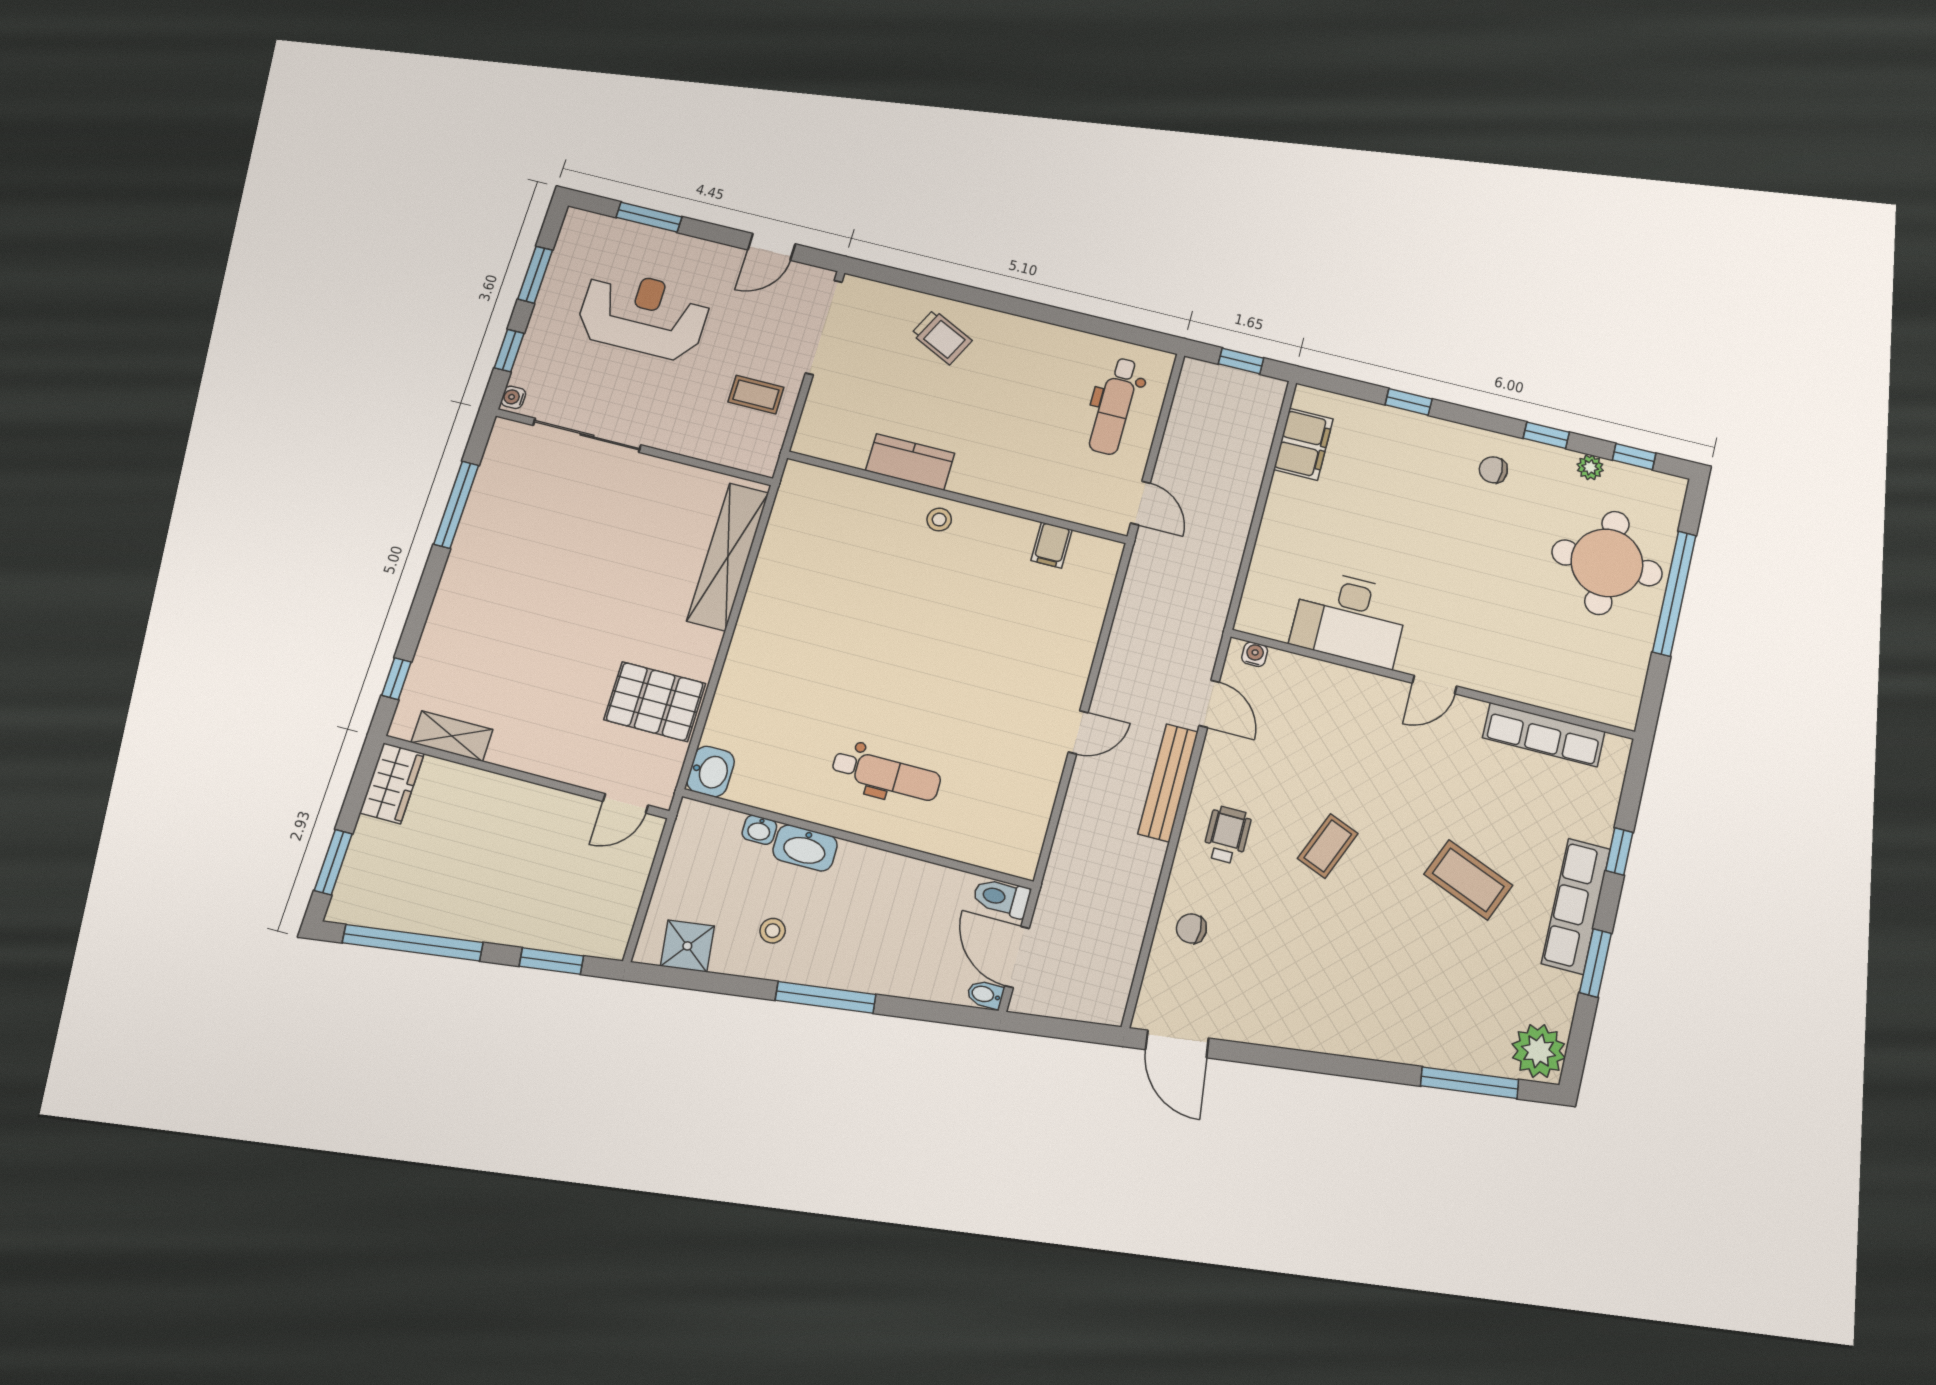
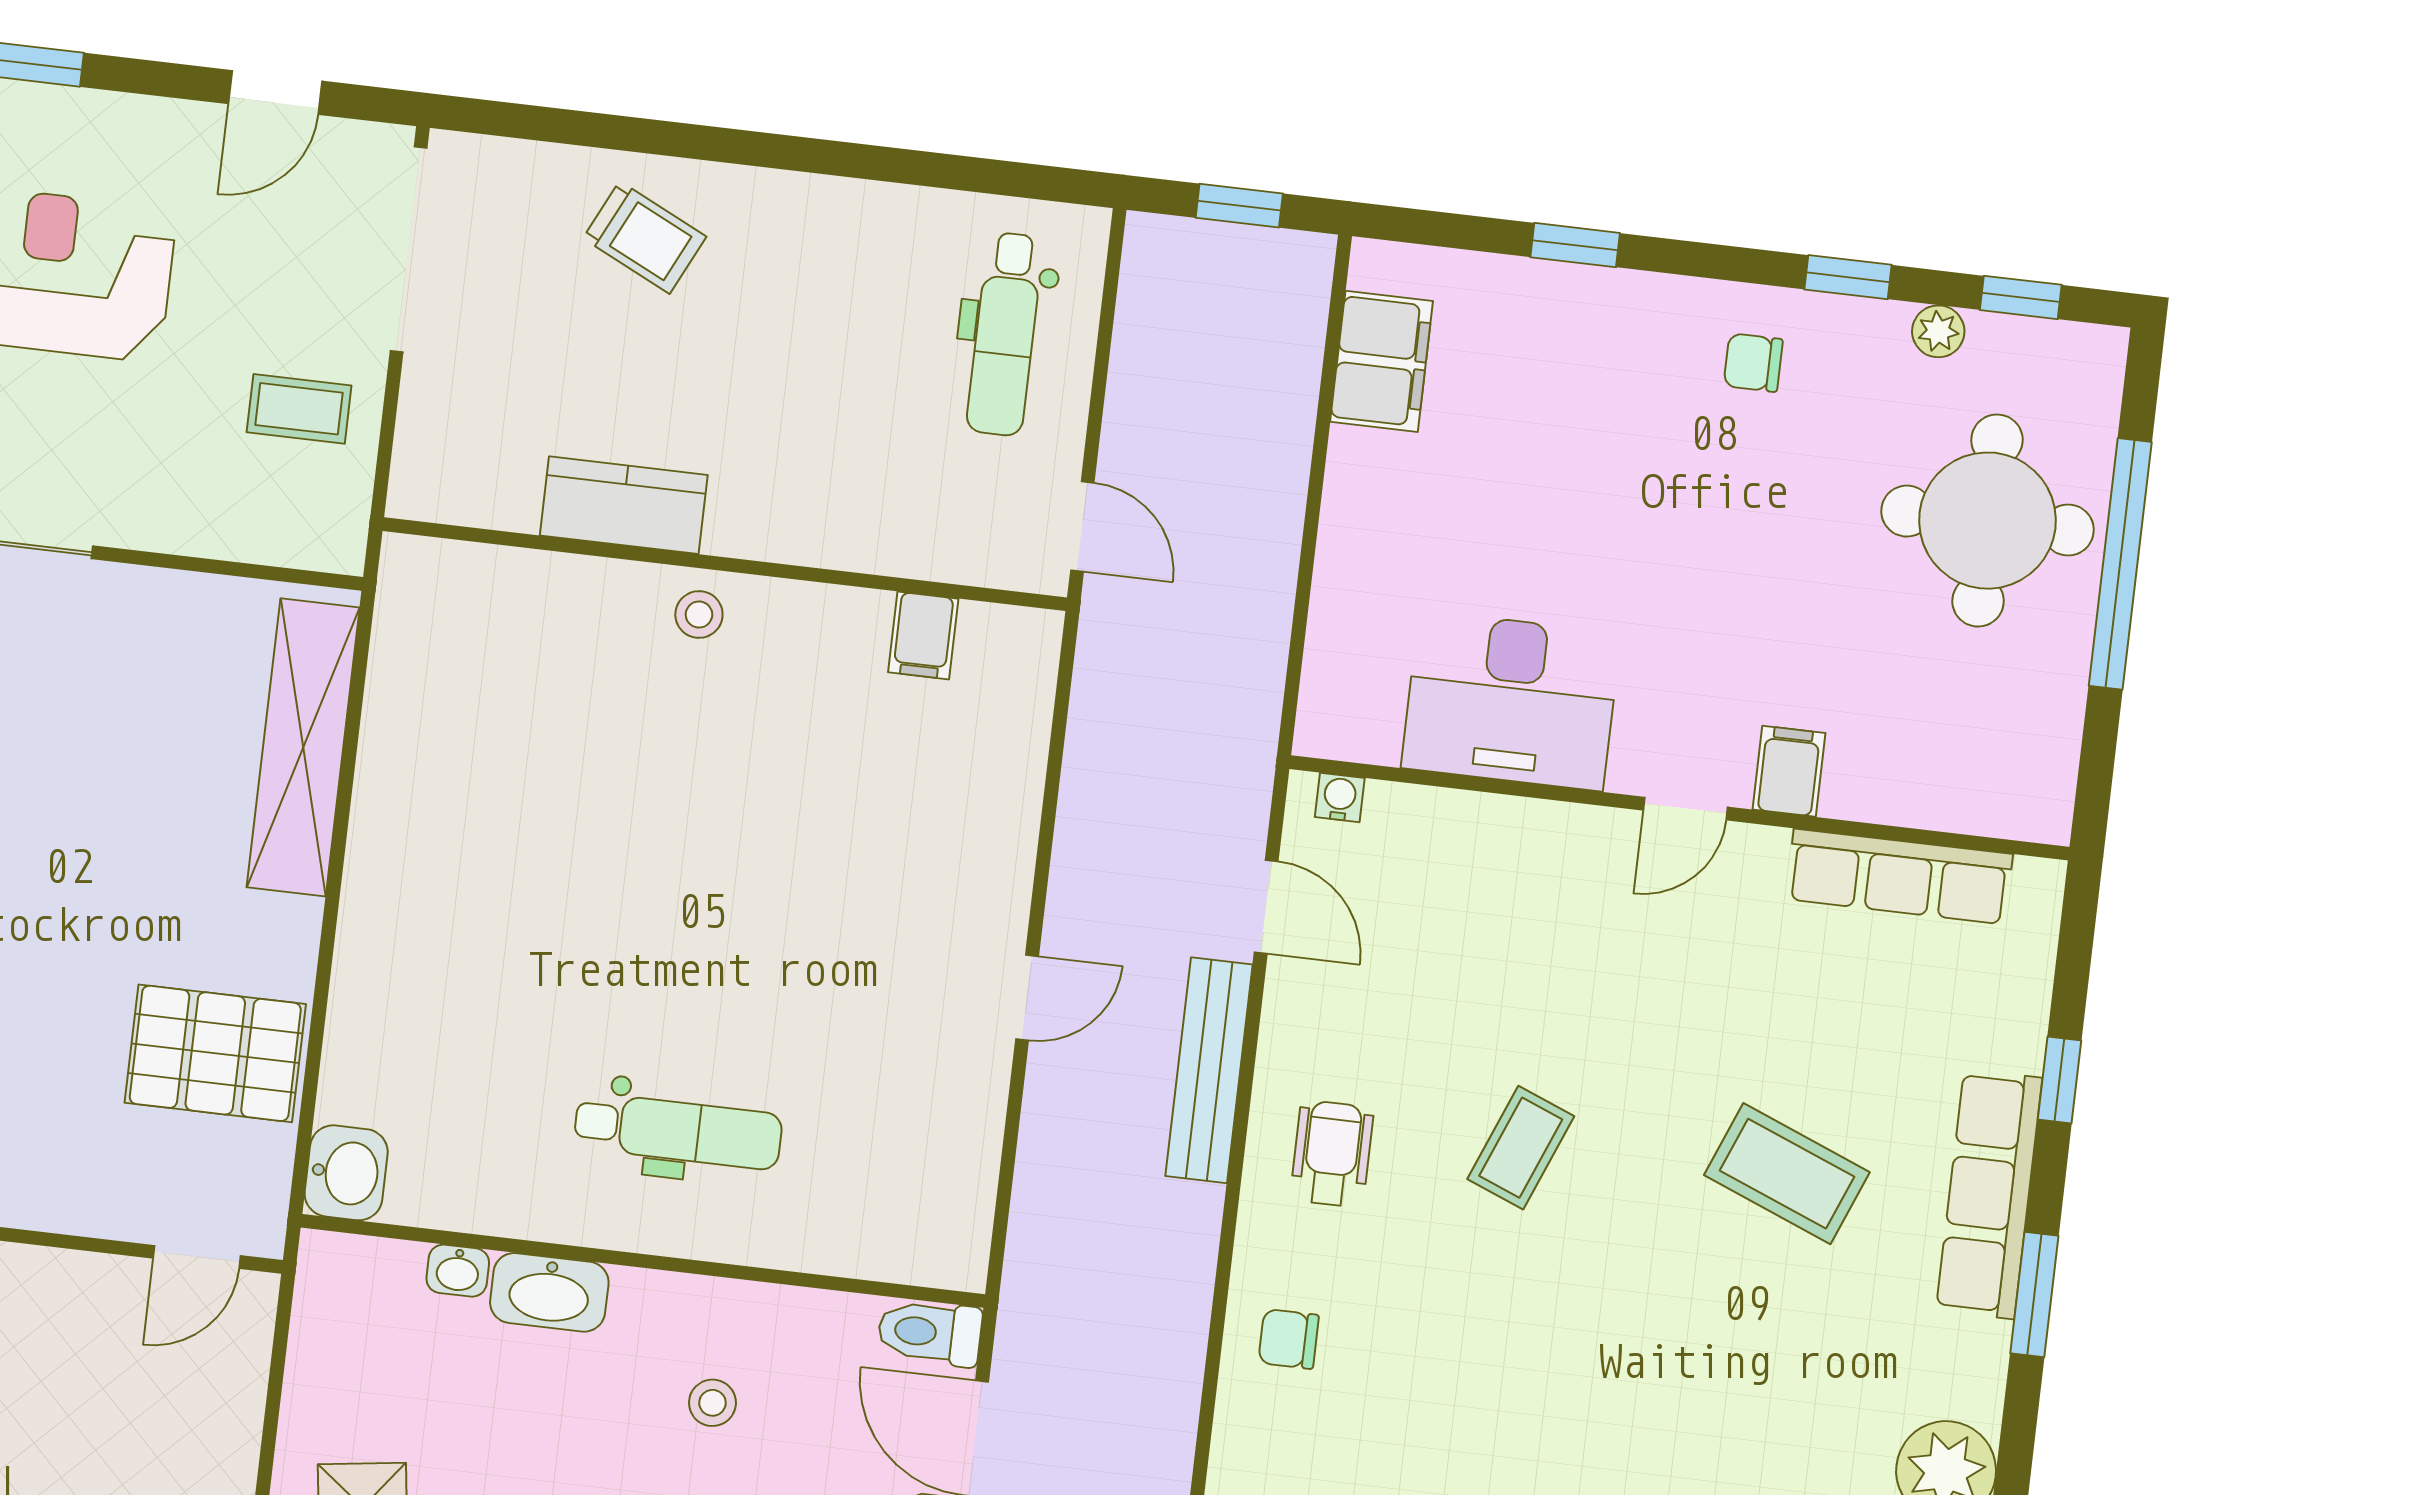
filing cabinet: (1491, 673) -> (1789, 771), added
stool: (773, 931) -> (712, 1403), moved

